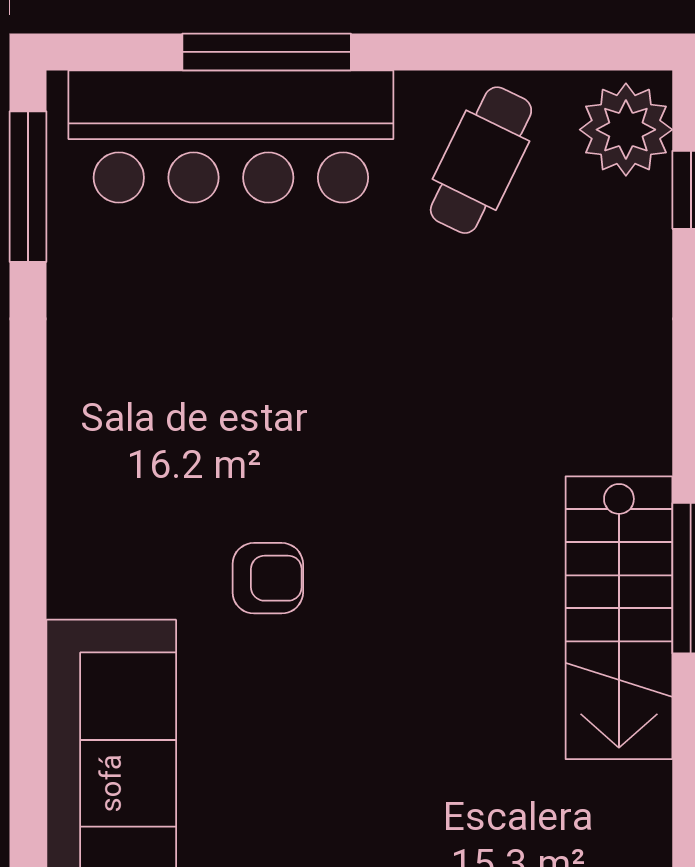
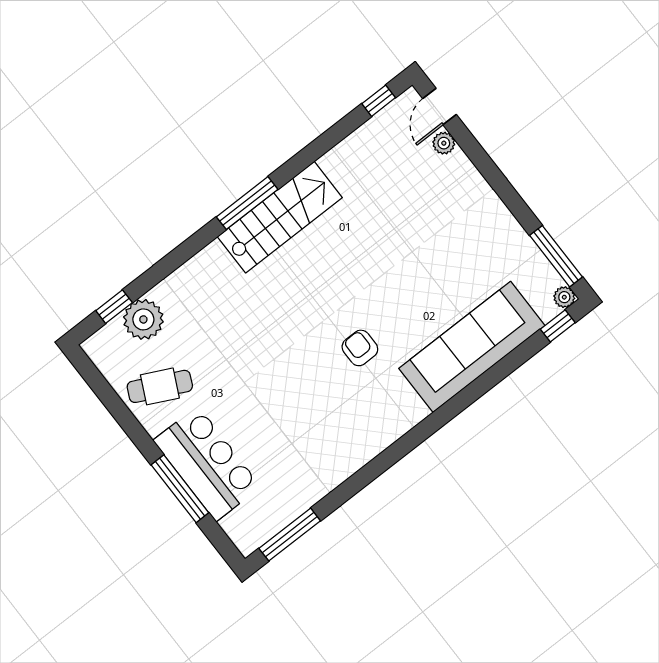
plant: (626, 130) -> (143, 319), moved
bar counter: (231, 137) -> (207, 464), width x0.73

